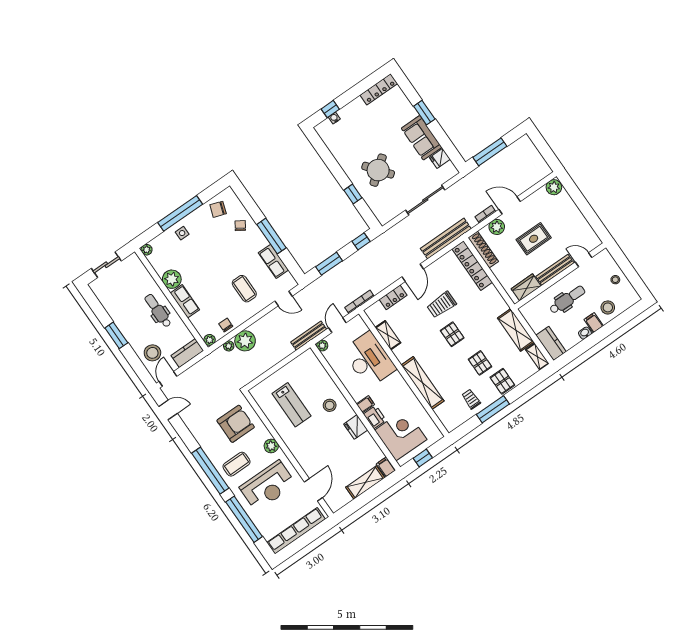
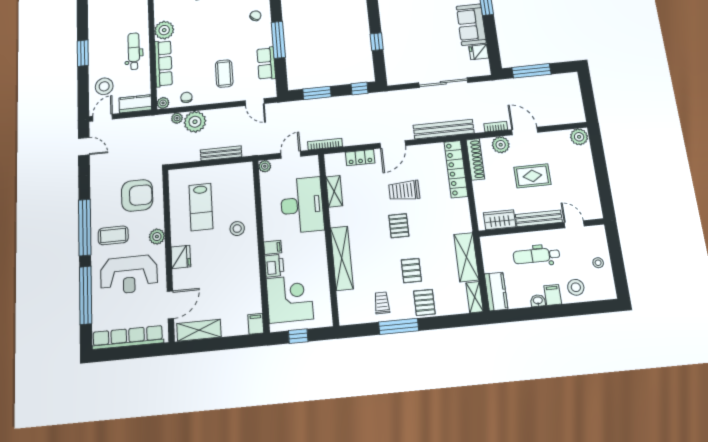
round table: (378, 170) -> (413, 32), removed
dental chair: (567, 300) -> (536, 256), turned 180
row of seats: (185, 301) -> (163, 63), width x1.48
bench: (309, 336) -> (221, 153), moved
fridge: (356, 427) -> (181, 257), moved, turned 180
shelving: (365, 482) -> (199, 330), moved

